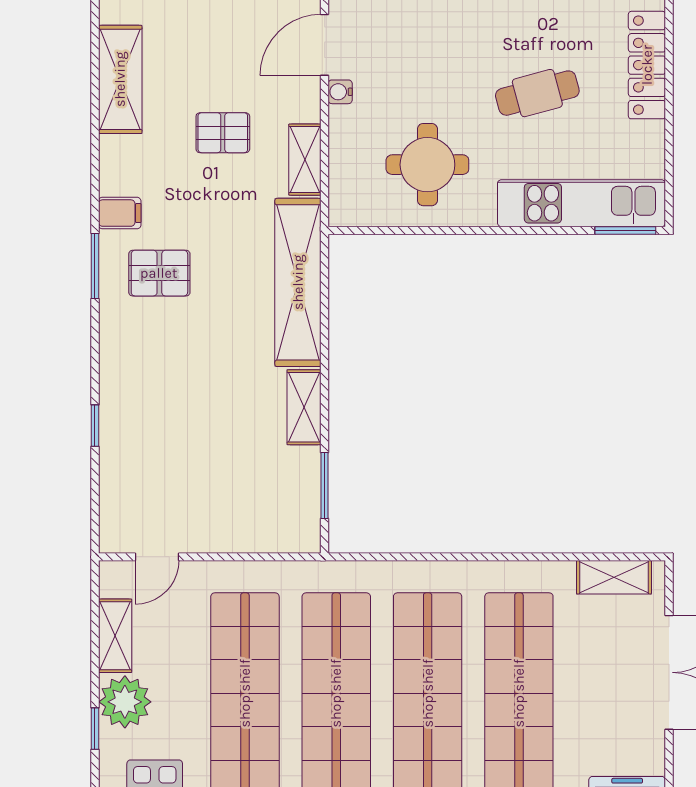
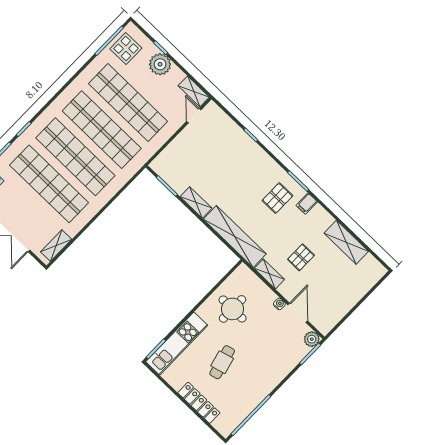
shelving: (115, 636) -> (194, 91), moved

